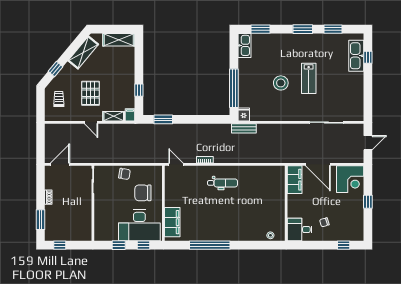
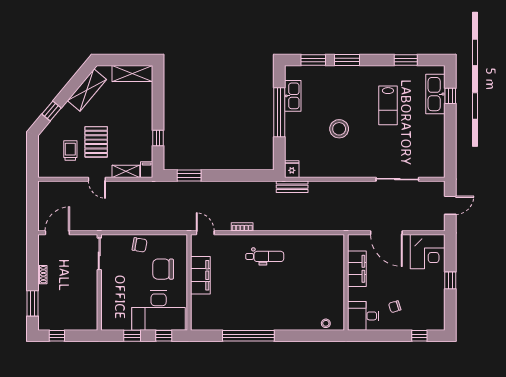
window: (303, 29) -> (347, 60), moved
kitchen sink: (244, 45) -> (293, 96), moved
lab bench: (309, 78) -> (388, 105), moved
window: (234, 88) -> (279, 112), moved
trolley: (59, 99) -> (70, 151), moved
filing cabinet: (295, 180) -> (357, 269), moved
filing cabinet: (172, 222) -> (200, 275), moved

